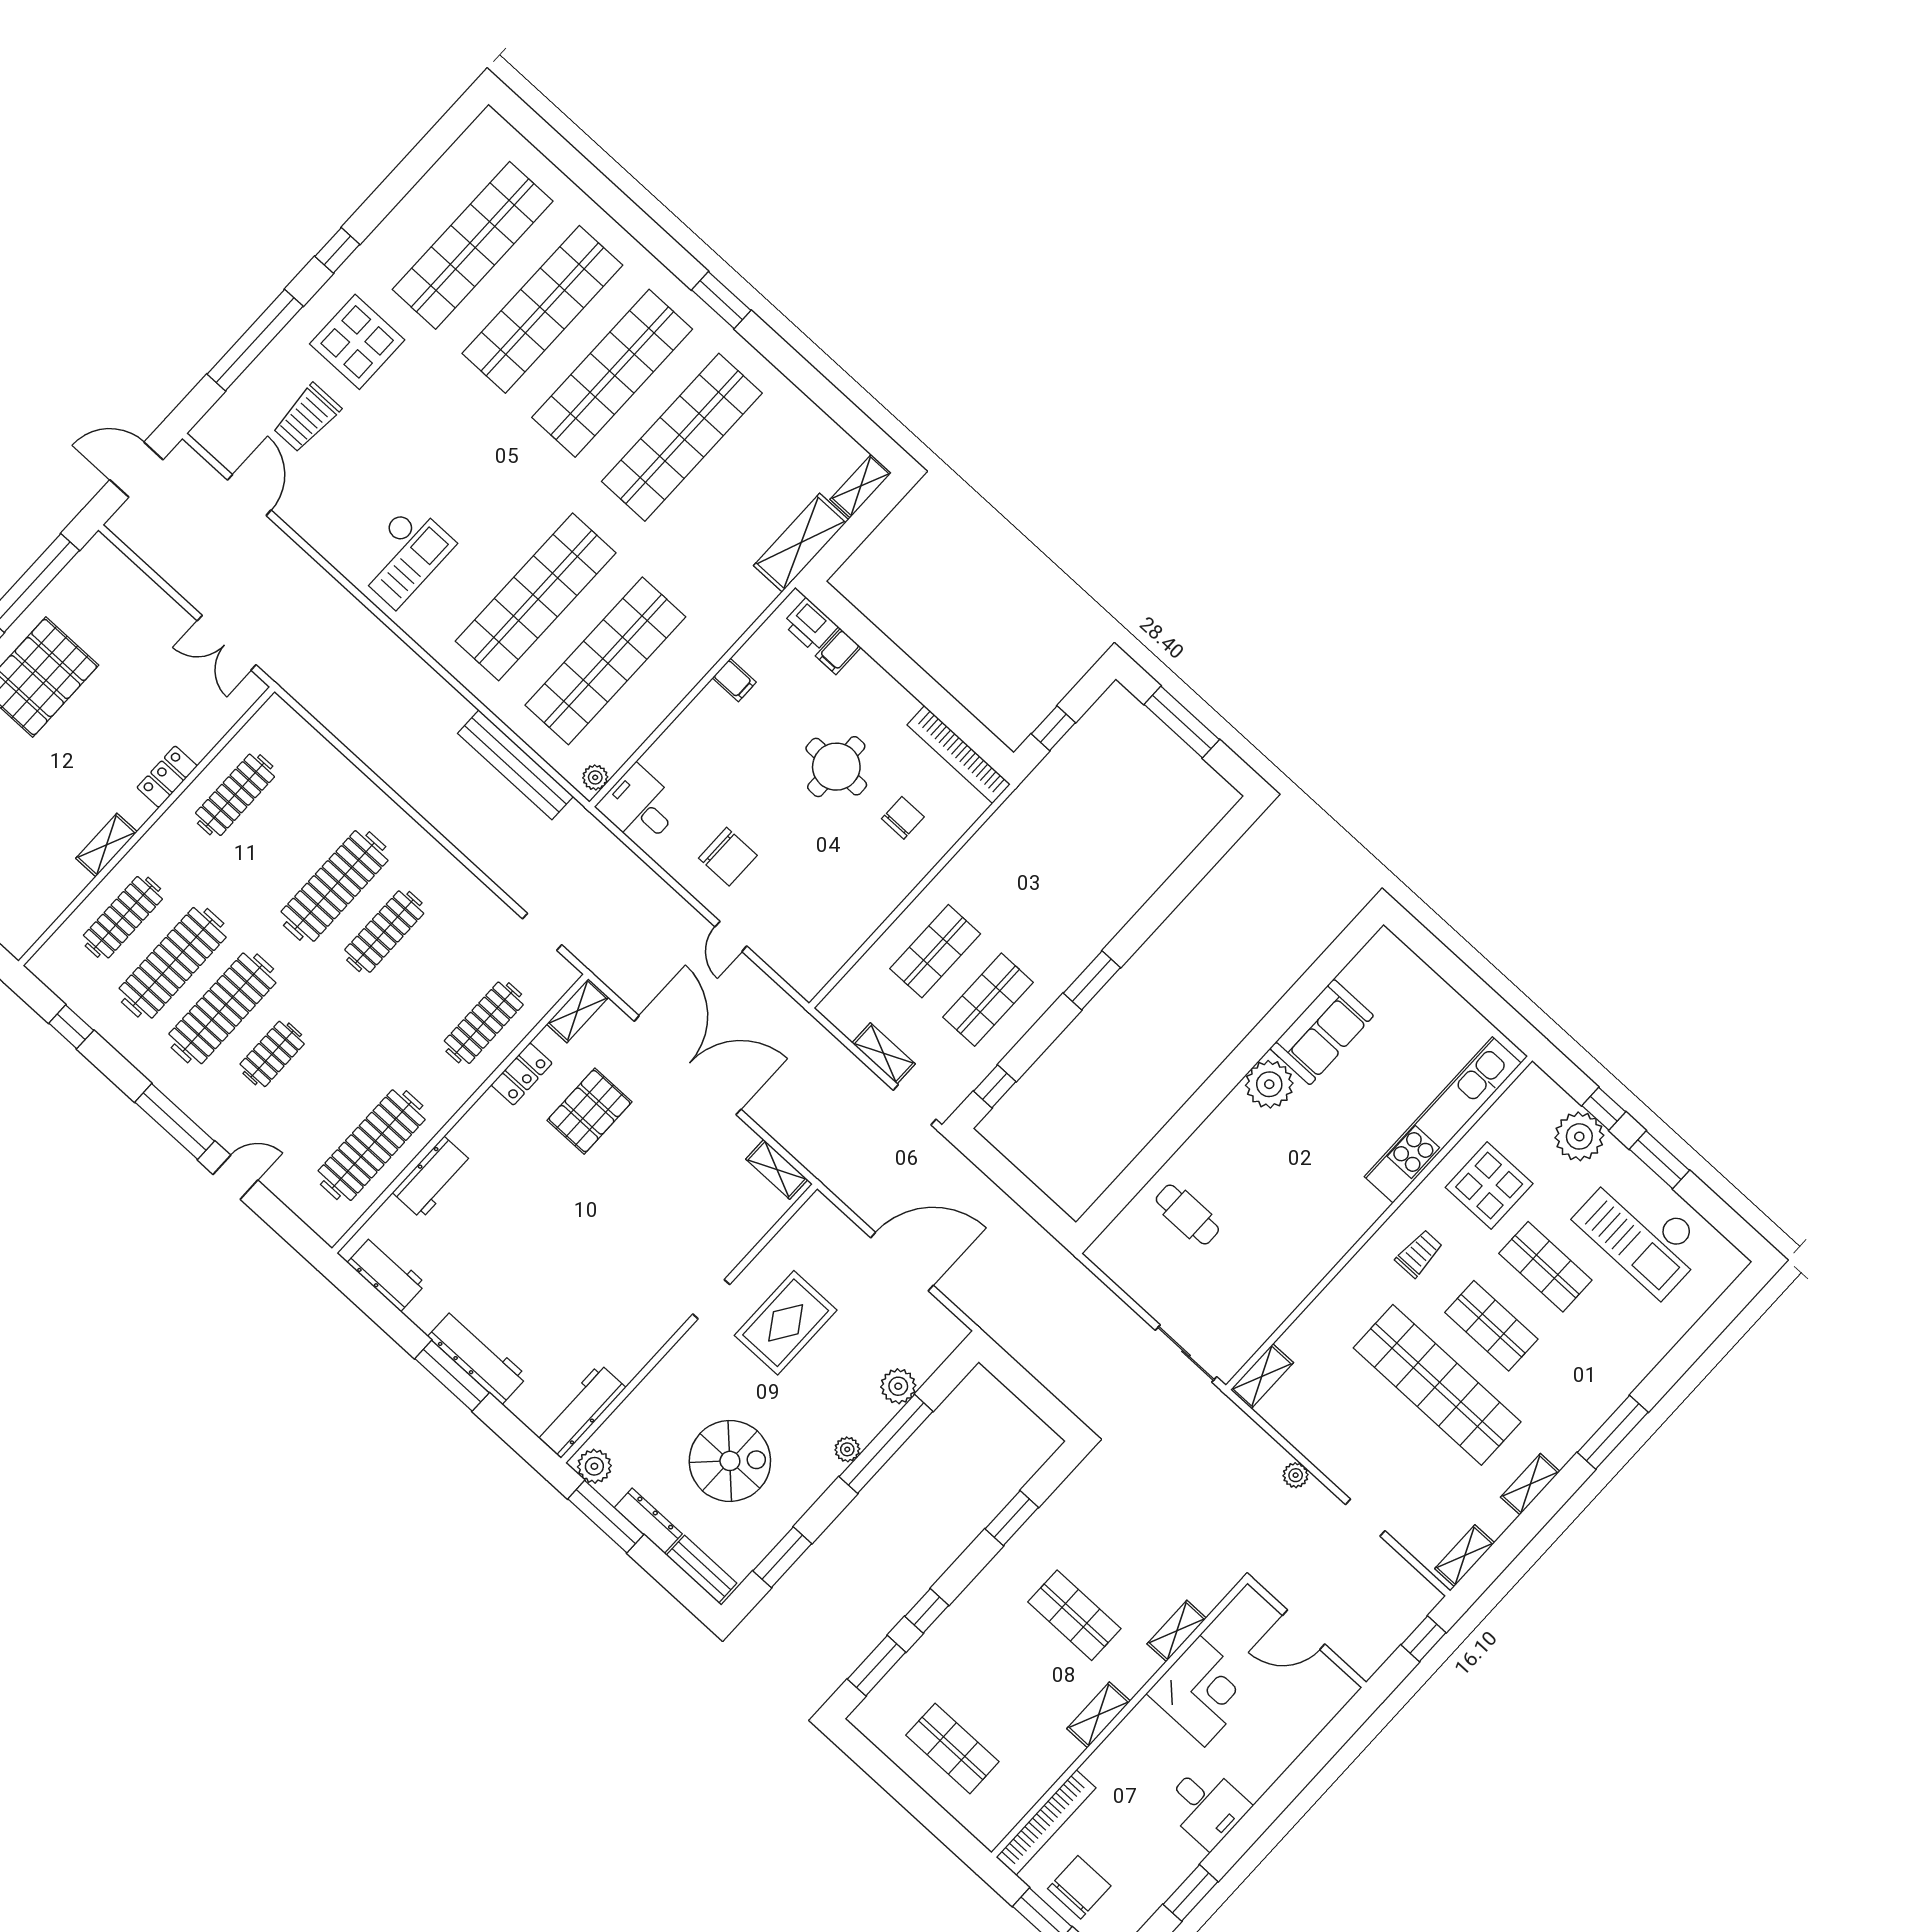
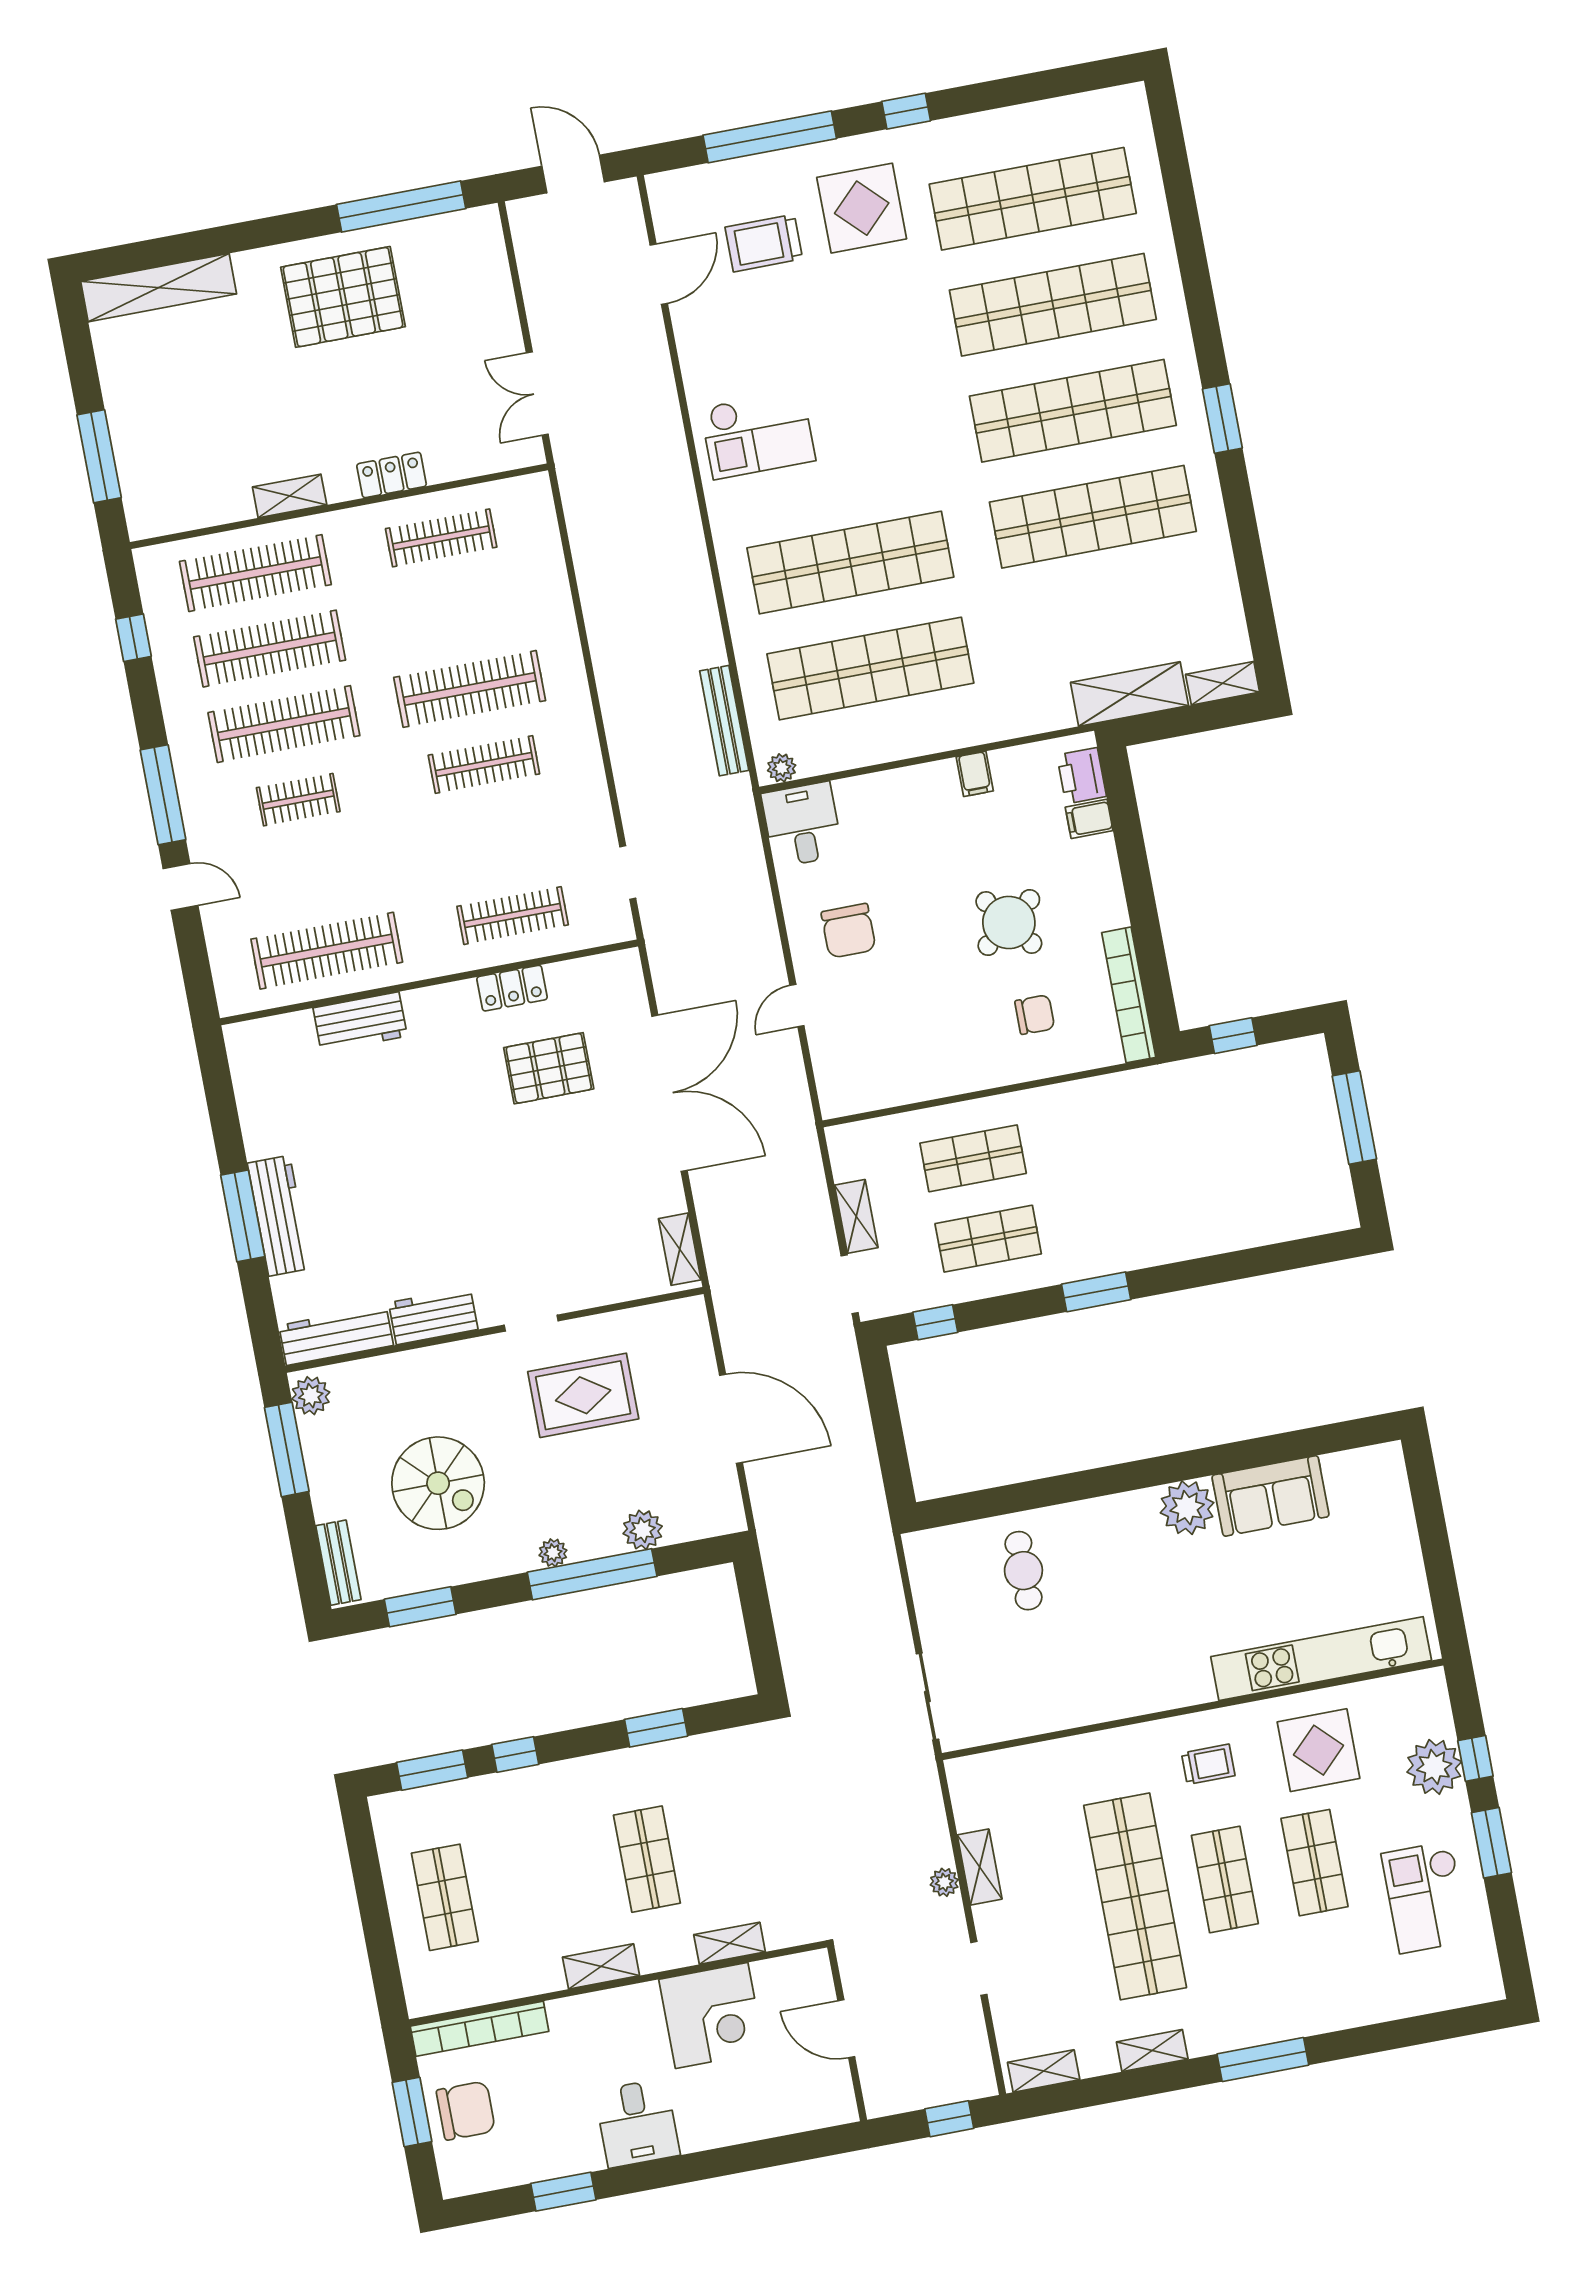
bench: (515, 765) -> (724, 721), width x0.73, depth x0.82
round table: (836, 767) -> (1009, 922), turned -37
clothes rail: (123, 917) -> (255, 573), width x1.37, depth x1.31
shelving: (578, 1011) -> (606, 969), removed
checkout: (1642, 1233) -> (1425, 1897), width x0.73, depth x0.83
workbench: (386, 1273) -> (433, 1316), moved, turned -90
shelving: (1262, 1376) -> (980, 1867), moved, turned 90
dresser: (648, 1521) -> (323, 1482), removed

